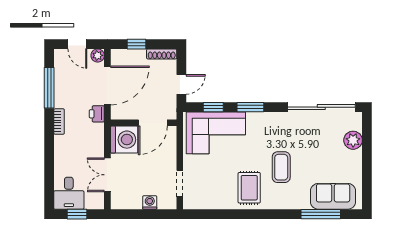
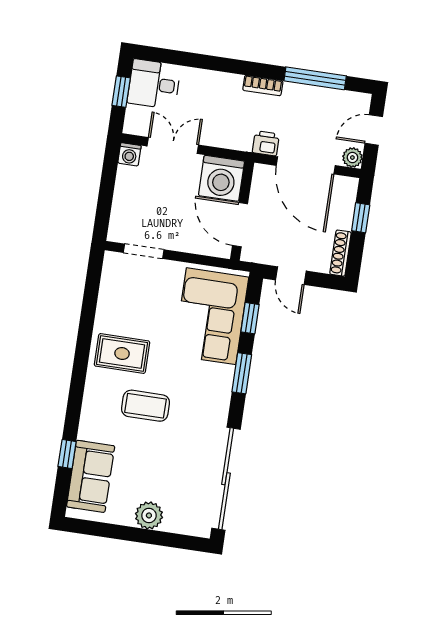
plant: (353, 140) -> (149, 515), moved
washing machine: (150, 202) -> (129, 154), moved, turned 90
window: (321, 214) -> (67, 454), width x0.46

